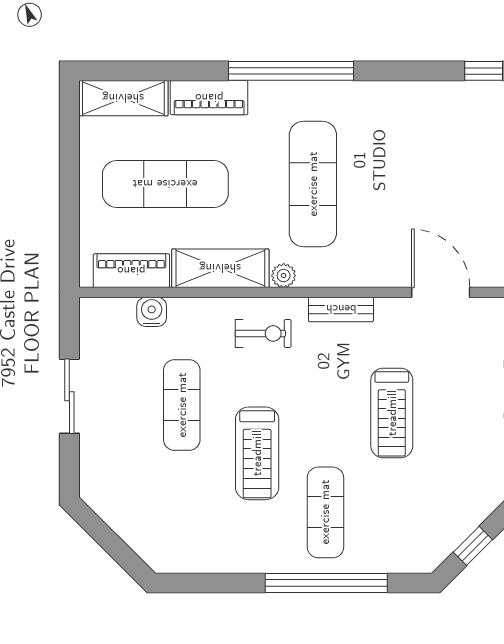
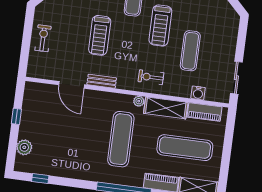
bench: (341, 309) -> (102, 81), moved
sliding door: (69, 396) -> (236, 78), moved
treadmill: (392, 413) -> (100, 35), turned 180
treadmill: (257, 453) -> (160, 26), turned 180

